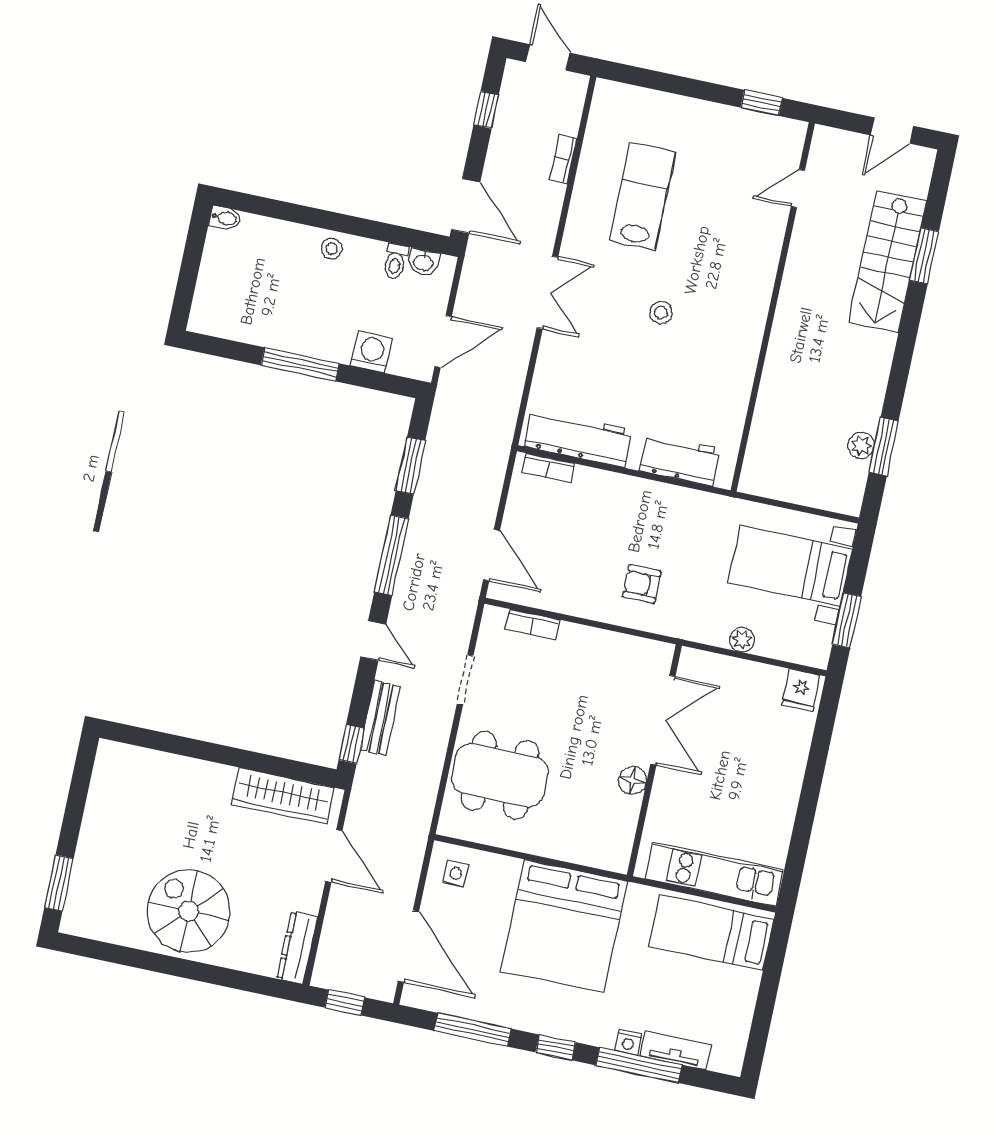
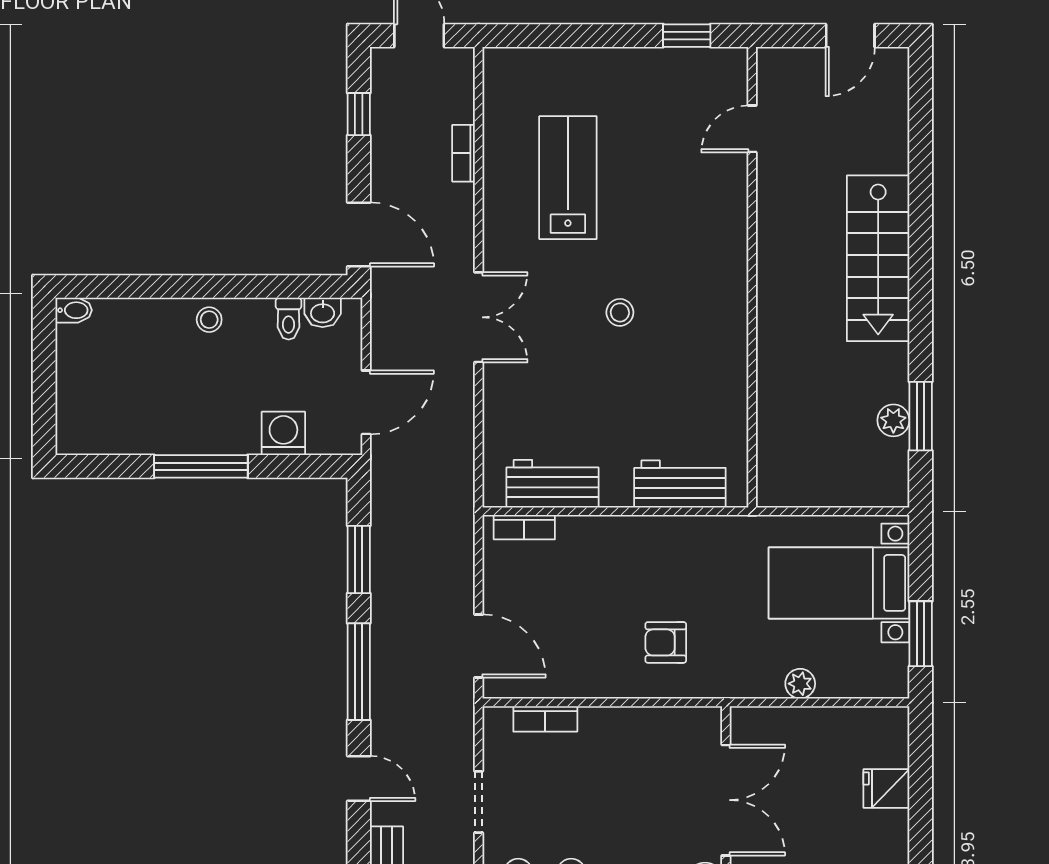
window: (924, 256) -> (921, 177), removed
stairs: (888, 262) -> (878, 258), moved
workbench: (578, 438) -> (553, 484), width x0.73
fridge: (801, 690) -> (886, 788), moved, turned 90

